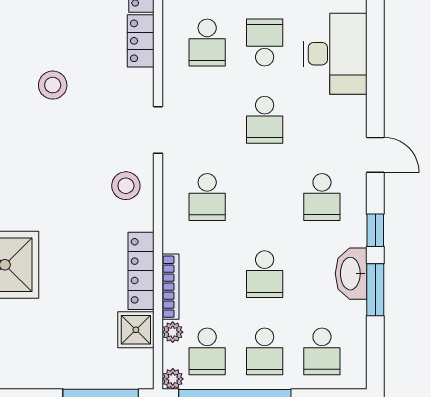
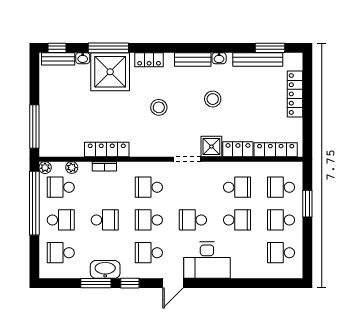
school desk: (207, 43) -> (237, 187), turned 180
desk: (335, 54) -> (207, 260), moved
stool: (126, 186) -> (159, 107), moved
school desk: (265, 197) -> (149, 220), added
school desk: (265, 274) -> (105, 220), turned 180
bookcase: (171, 287) -> (104, 166), width x0.64
shower: (136, 330) -> (211, 147), moved
school desk: (265, 351) -> (61, 220), turned 180

